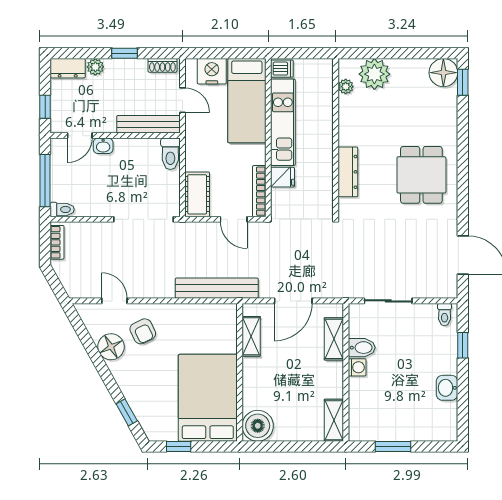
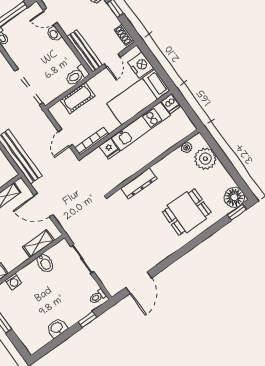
dining table: (421, 175) -> (187, 212), moved
cot: (197, 194) -> (78, 98), moved
washing machine: (357, 367) -> (13, 282), moved

